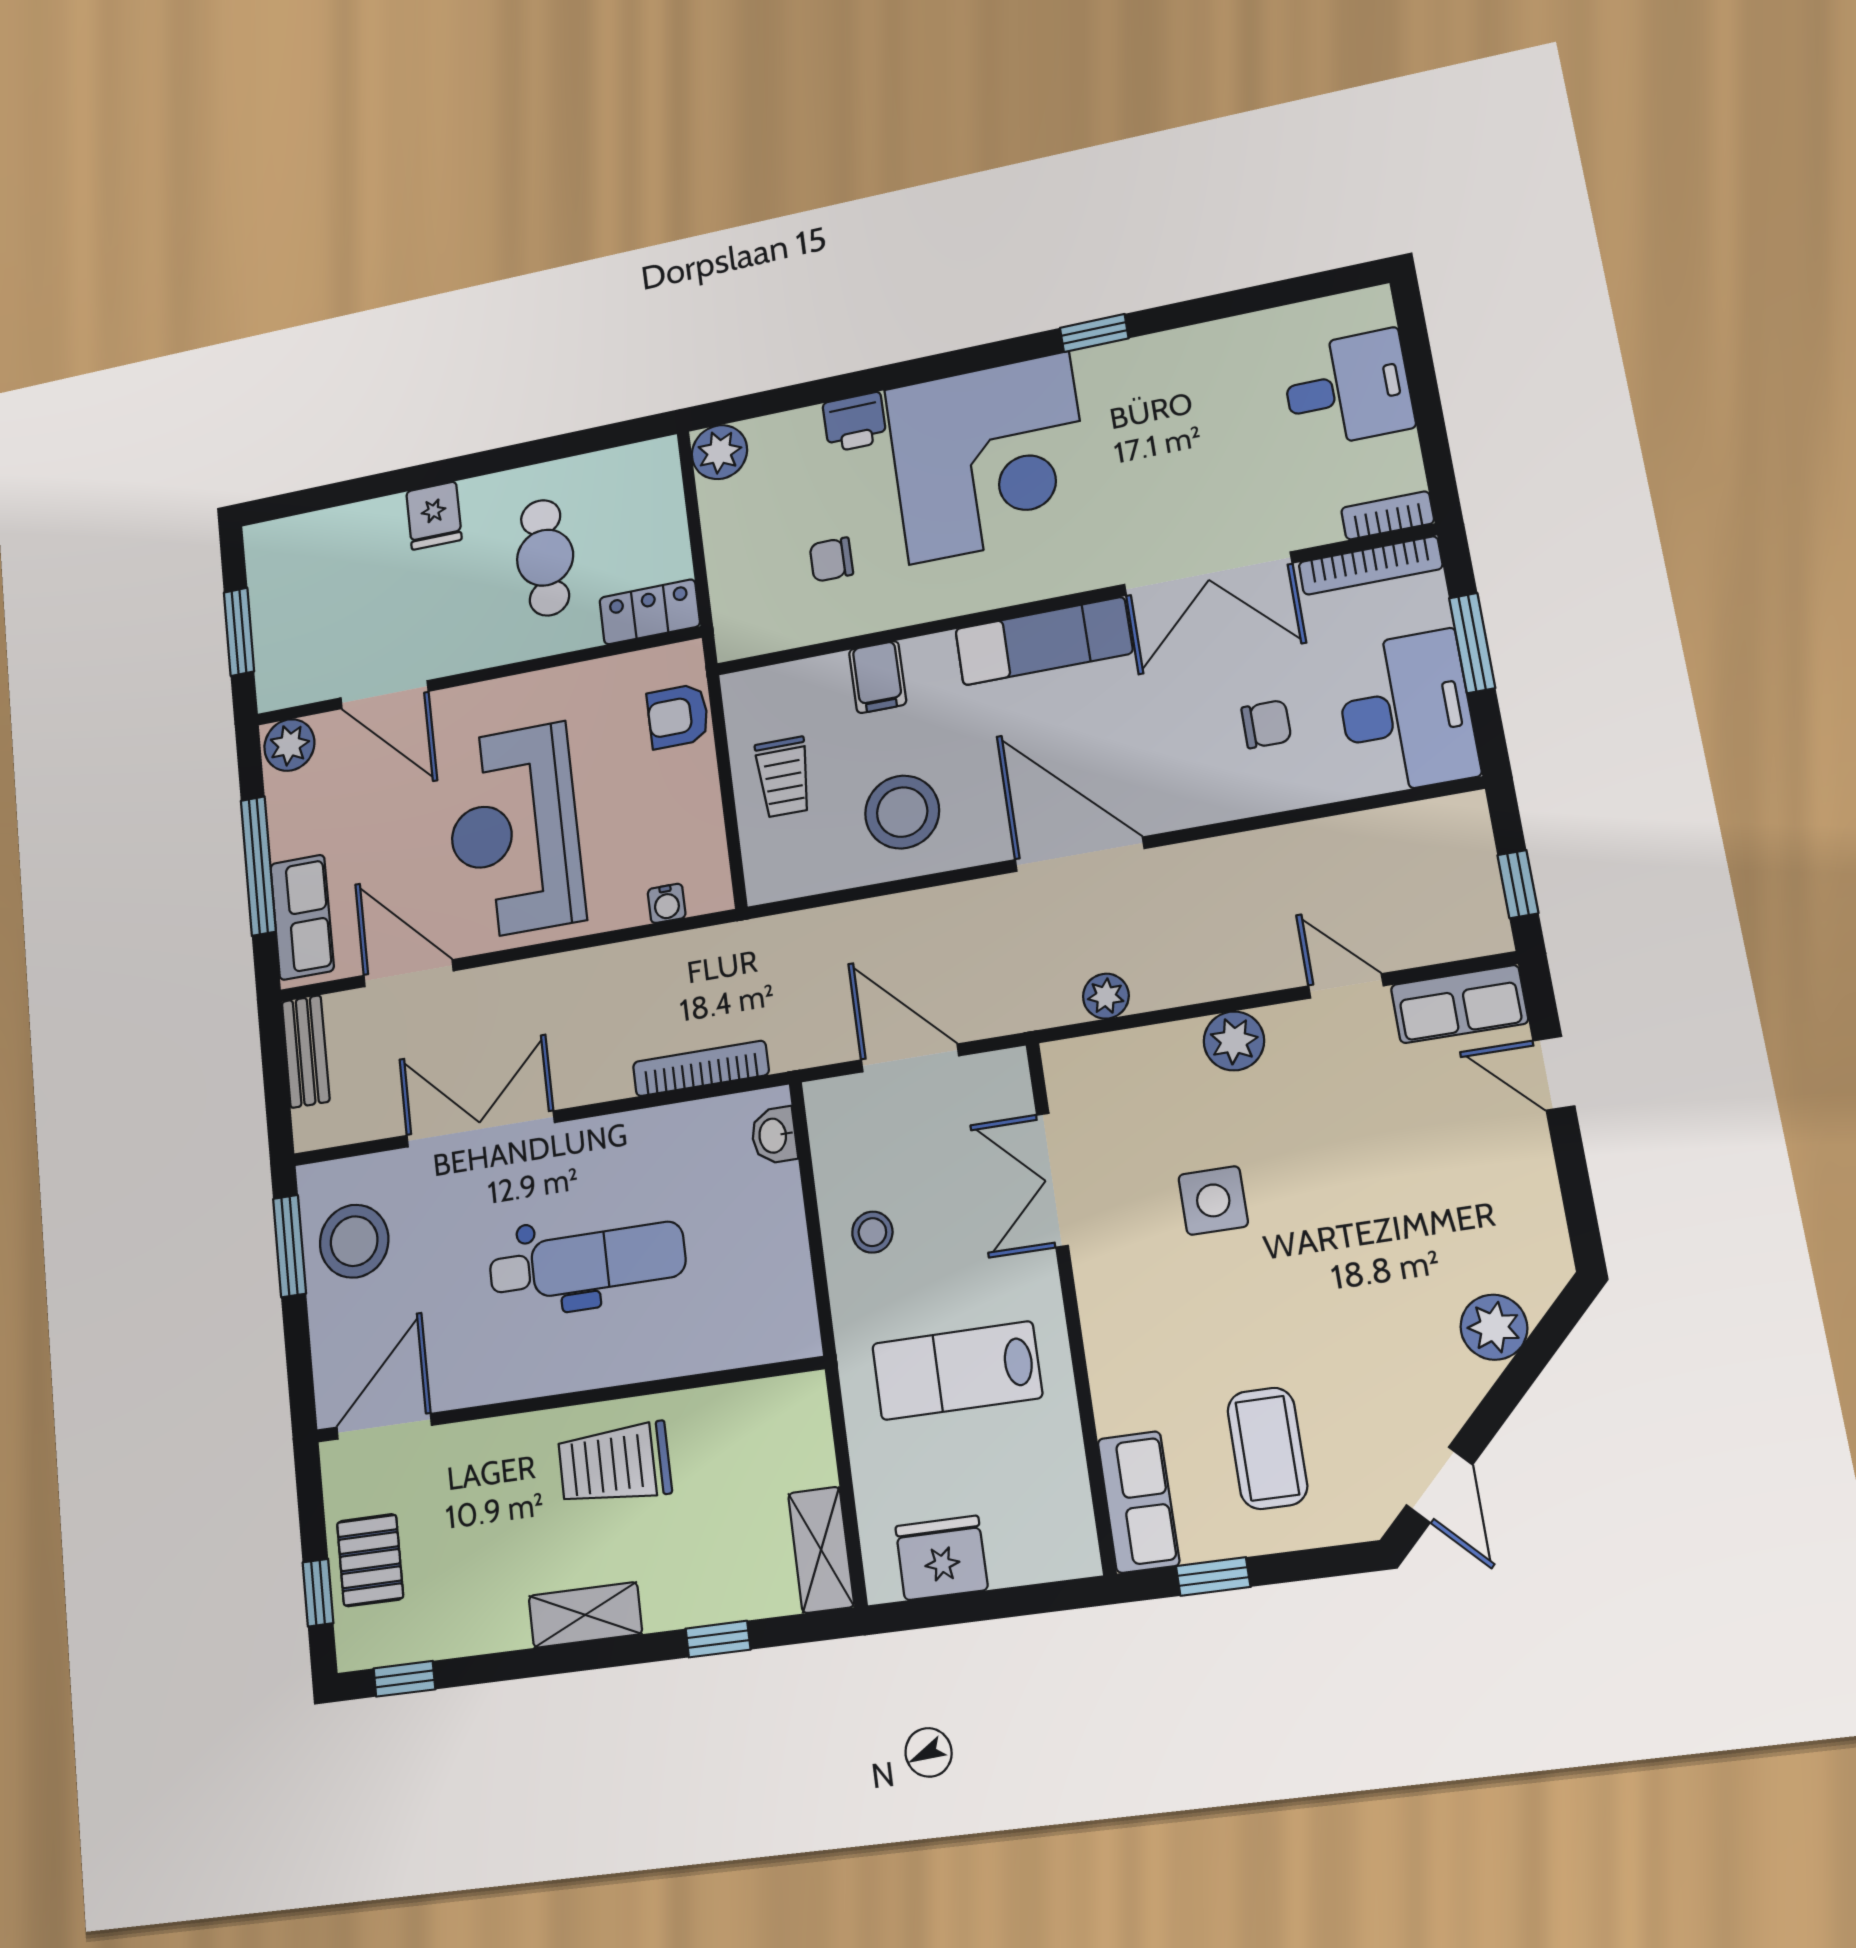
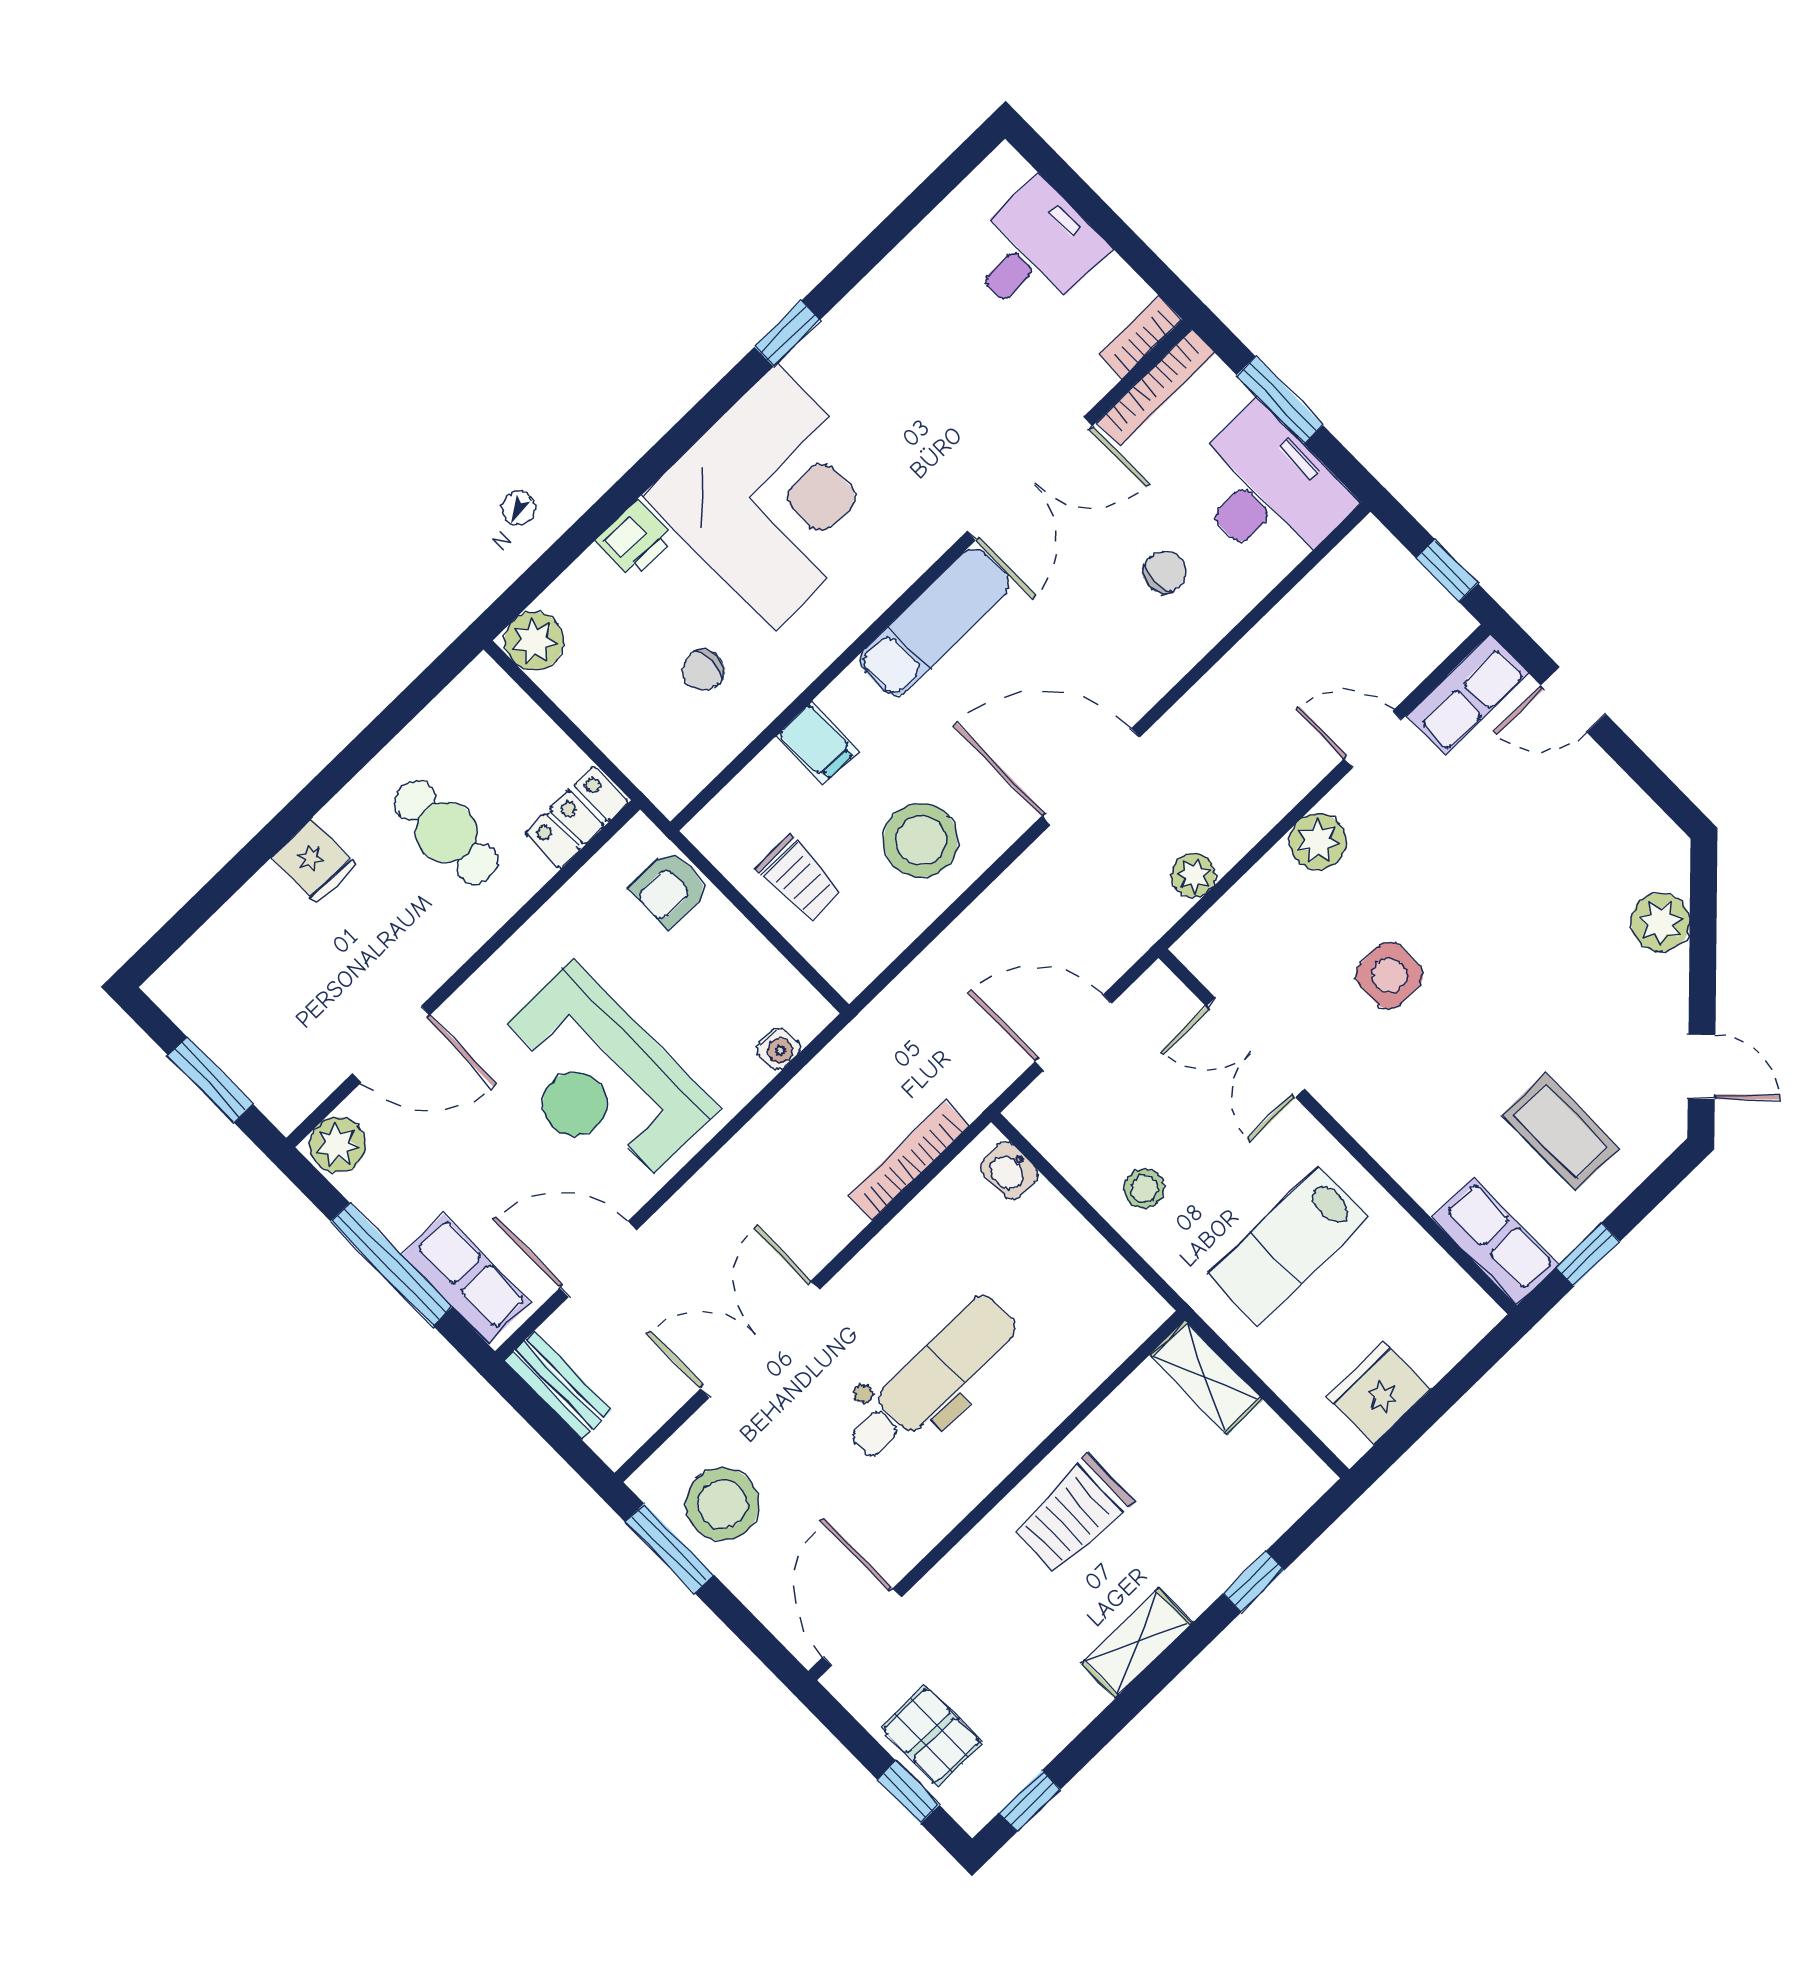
shelving: (821, 1550) -> (1206, 1377), moved

